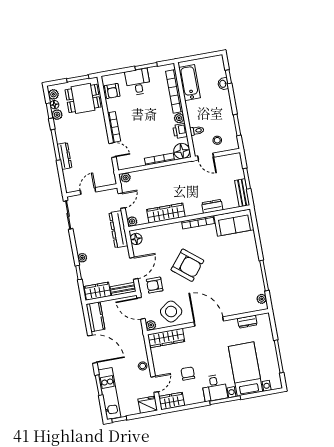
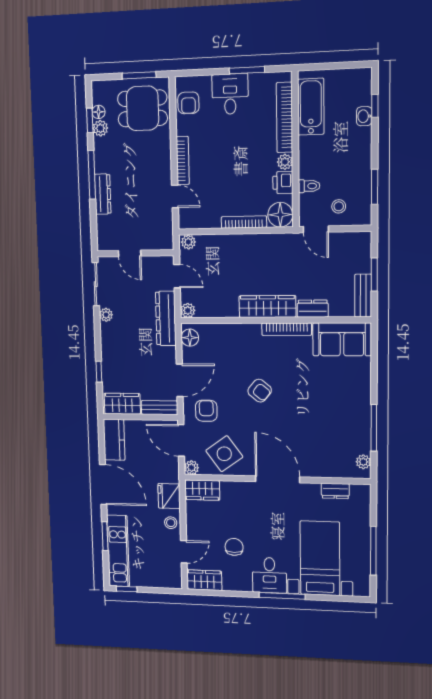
plant: (53, 94) -> (99, 95), removed
door: (88, 191) -> (130, 253), swing flipped
door: (122, 201) -> (177, 276), hinge flipped
wardrobe: (166, 213) -> (267, 306), moved
plant: (82, 258) -> (106, 315), moved
armchair: (187, 265) -> (260, 391), width x0.53, depth x0.53
armchair: (155, 285) -> (206, 411), turned 90
wardrobe: (166, 338) -> (202, 490), width x0.67
fridge: (148, 405) -> (169, 496), moved, turned -90

